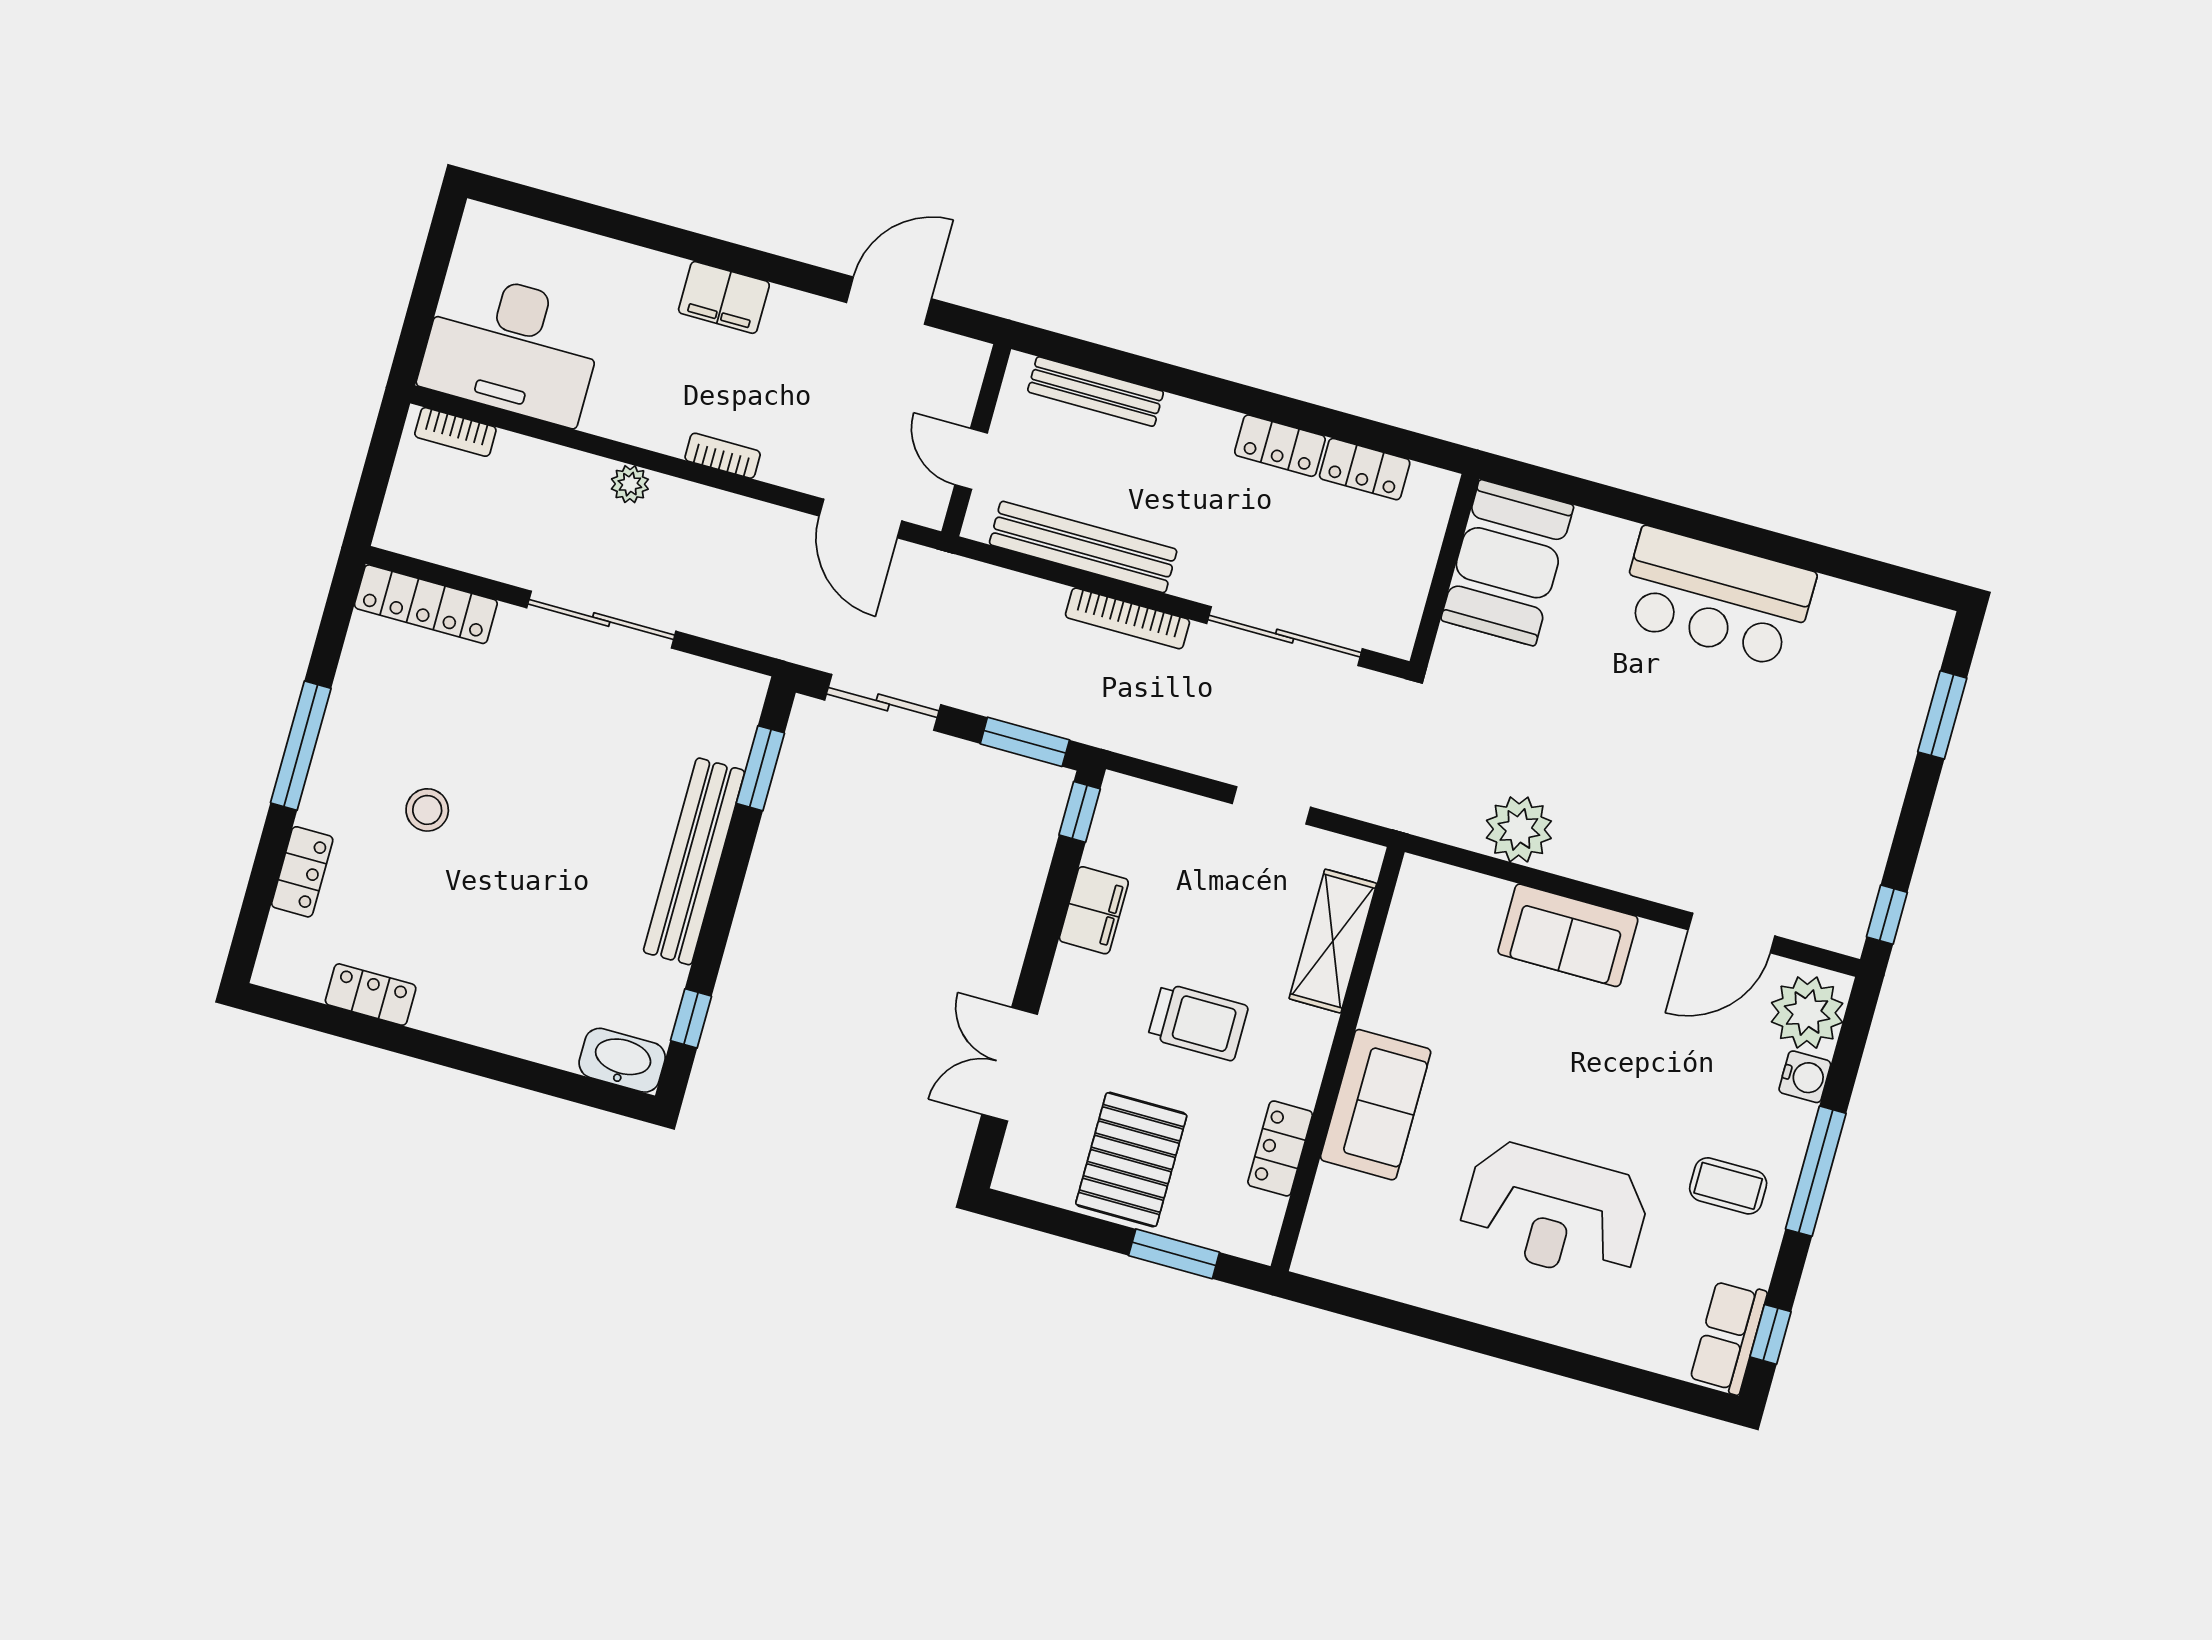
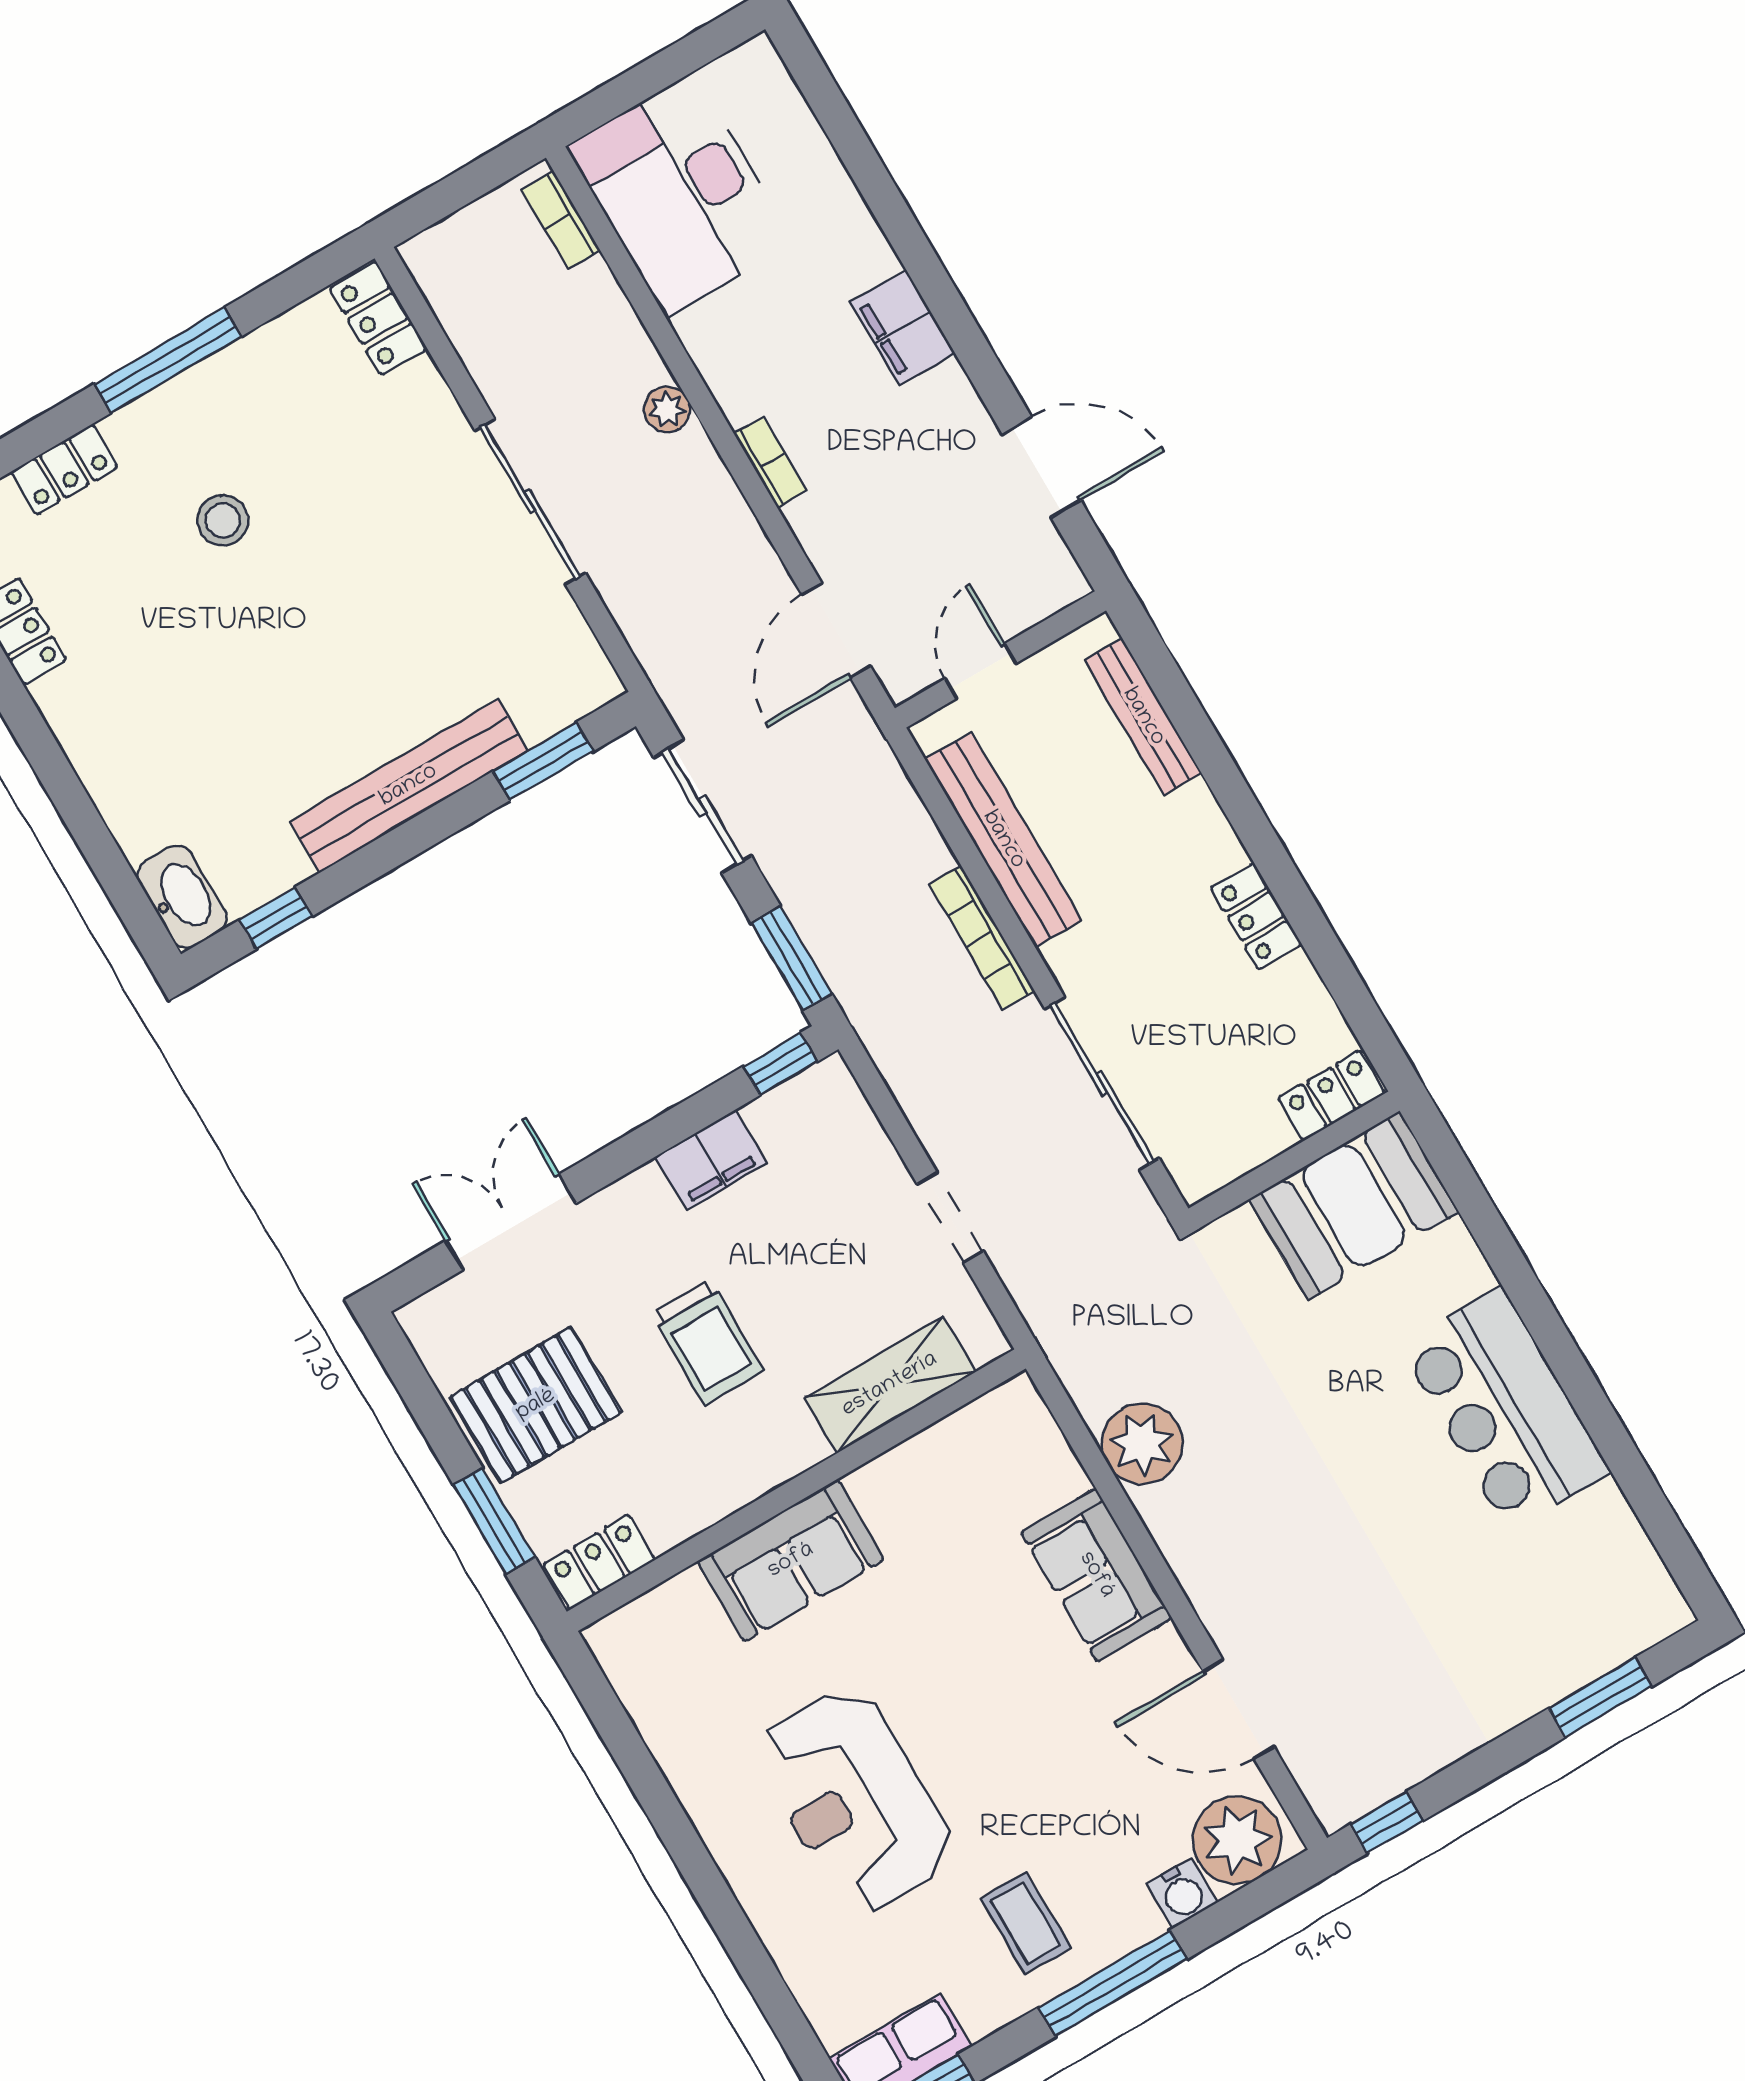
locker: (1365, 469) -> (1331, 1095), moved, turned 90
locker: (426, 604) -> (378, 318), width x0.66
locker: (1280, 1148) -> (599, 1562), moved

